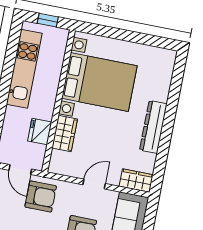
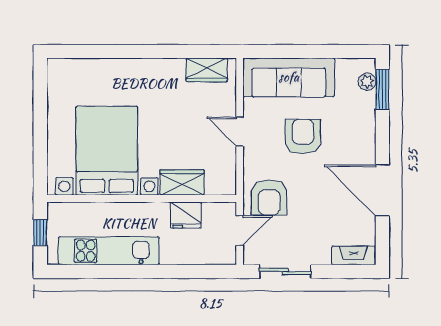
dresser: (153, 127) -> (151, 70), removed
wardrobe: (136, 181) -> (207, 70), moved, turned -90
armchair: (41, 196) -> (269, 197), turned 180

